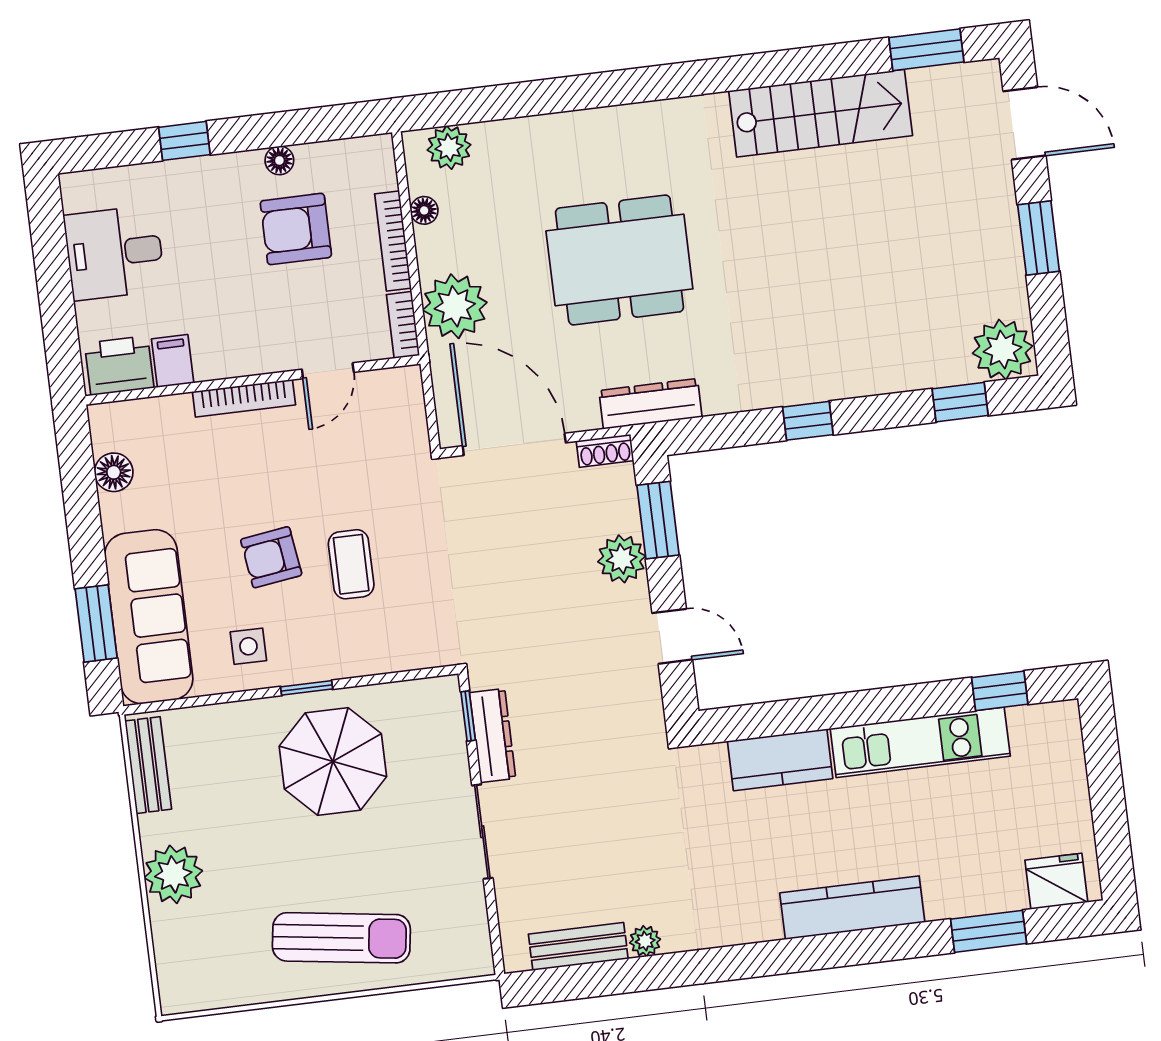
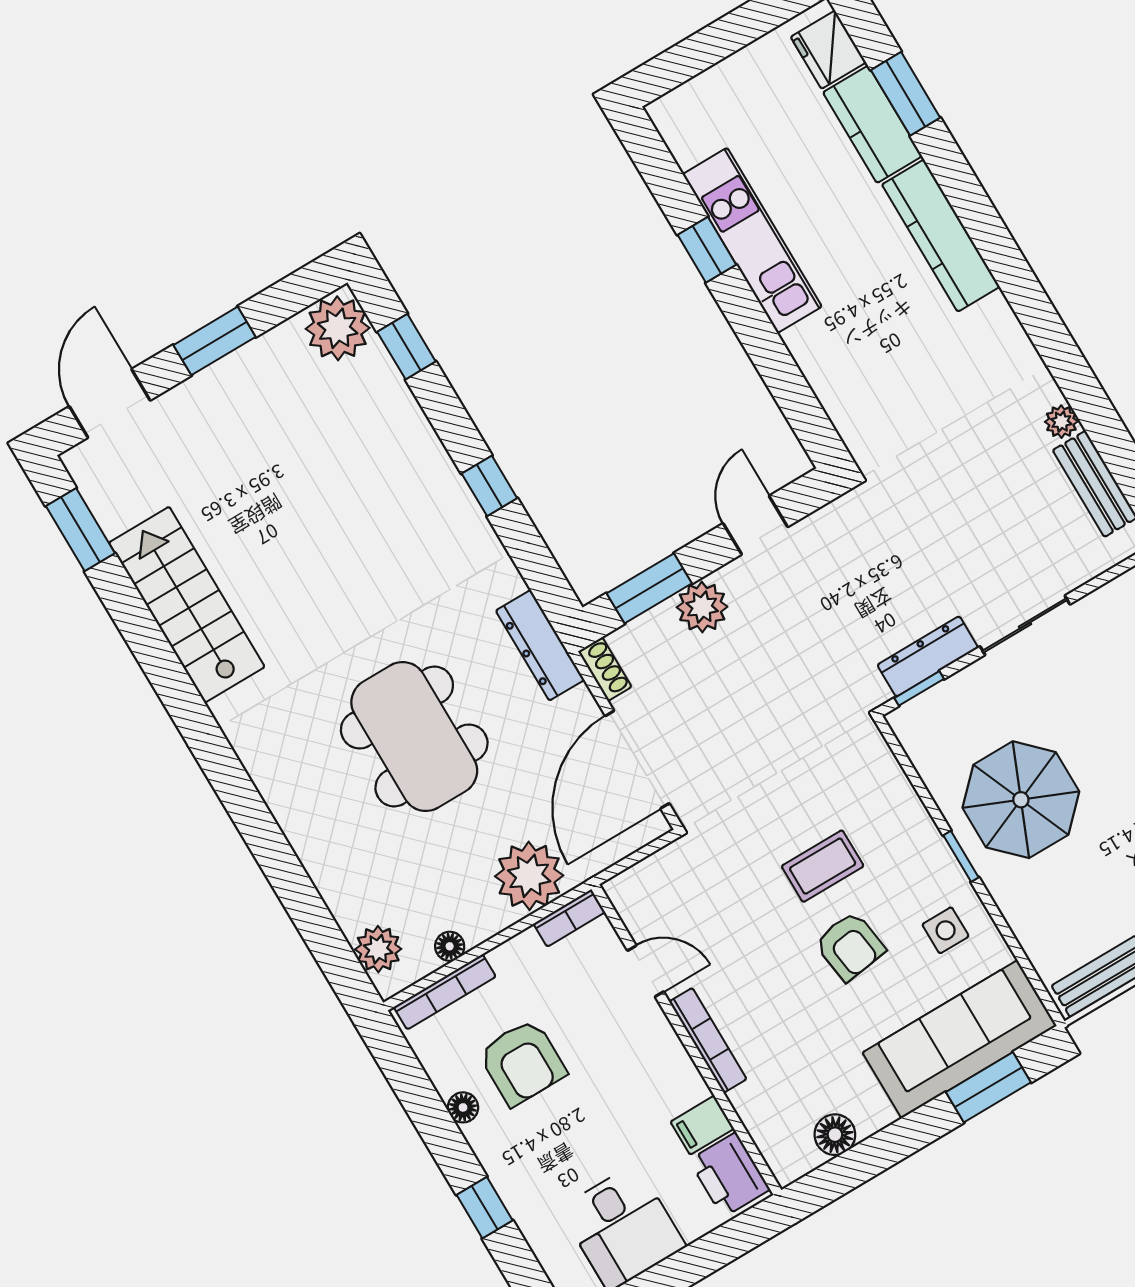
bookcase: (393, 241) -> (445, 992), moved
window: (1000, 691) -> (707, 250), moved
kitchen counter: (780, 760) -> (872, 124), moved, turned 180

